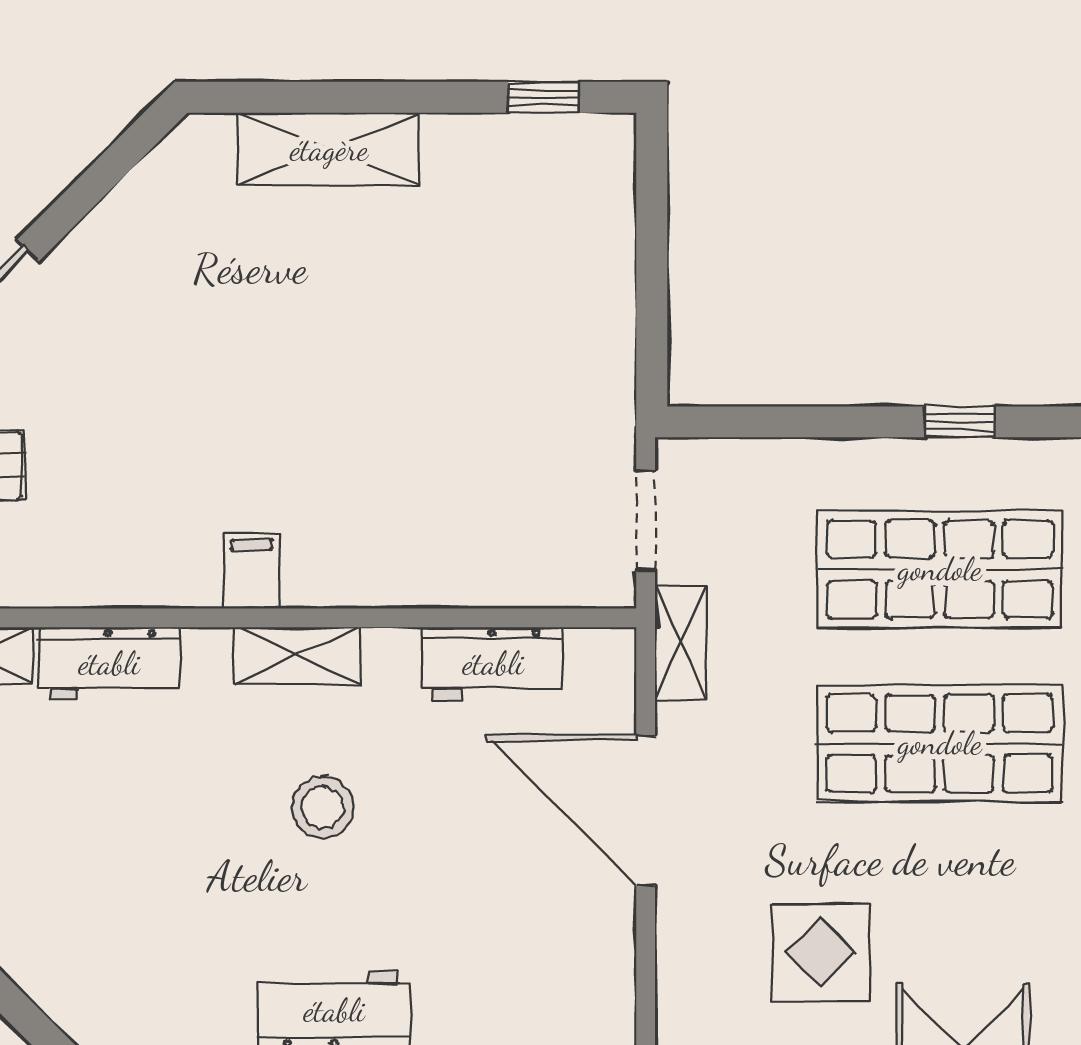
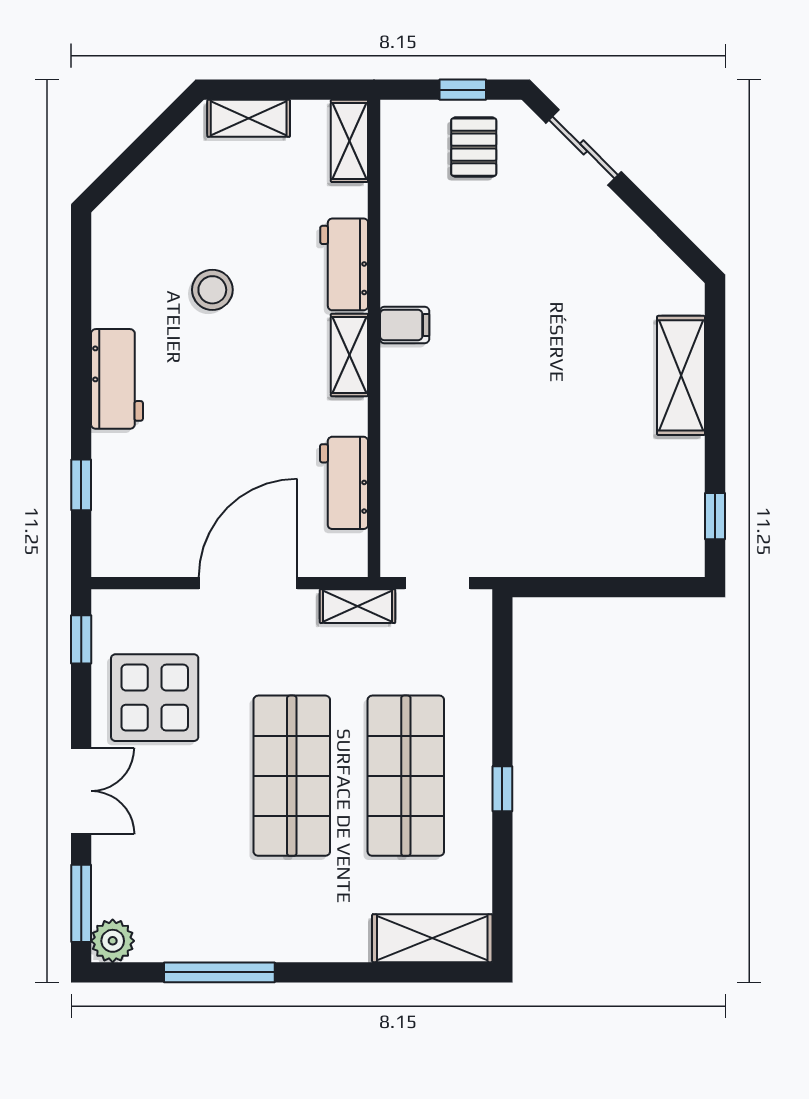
workbench: (109, 663) -> (344, 264), moved
stool: (322, 808) -> (212, 290), moved
display table: (820, 953) -> (155, 698), width x1.36, depth x1.36

